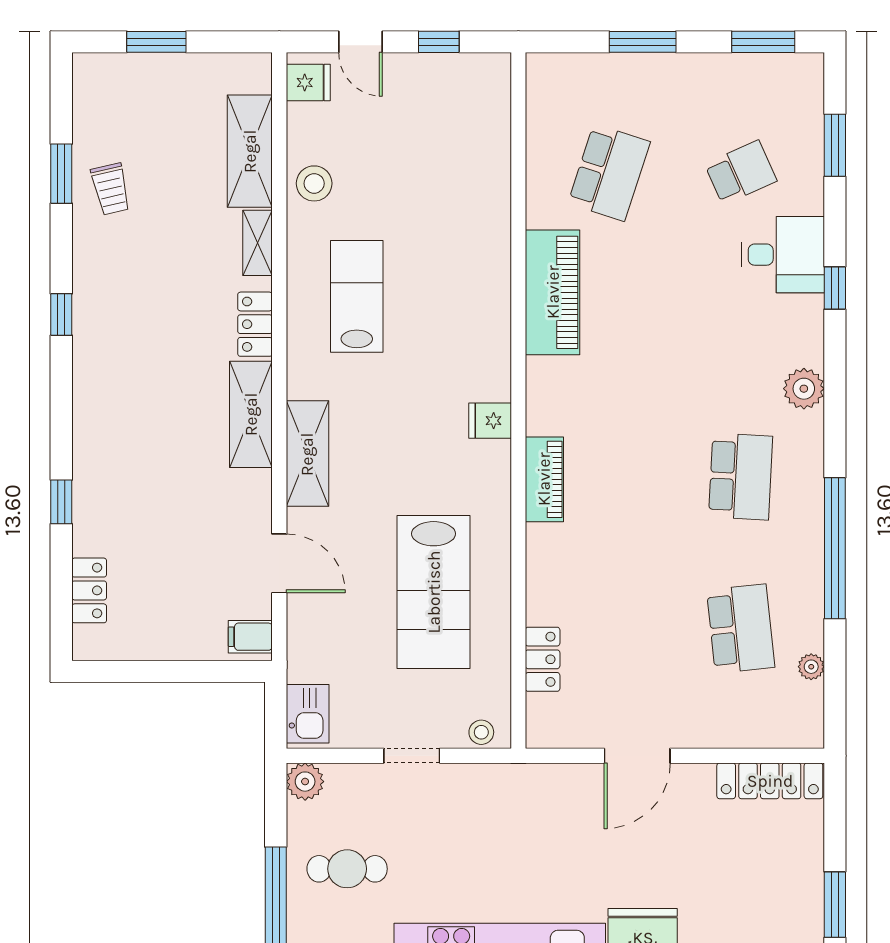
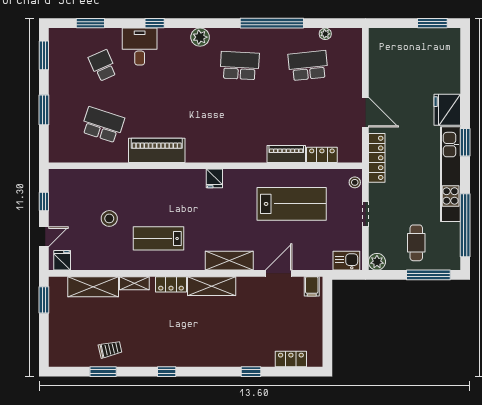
window: (156, 42) -> (44, 300), moved
stool: (314, 183) -> (109, 218), moved
piano: (544, 479) -> (286, 154), moved
locker: (770, 781) -> (377, 158), moved

